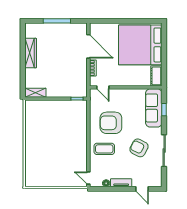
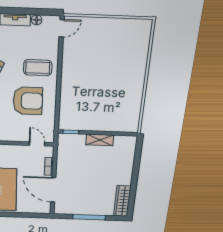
wardrobe: (31, 53) -> (122, 201), moved
shelving: (35, 93) -> (100, 140), moved
door: (88, 178) -> (62, 28), hinge flipped

